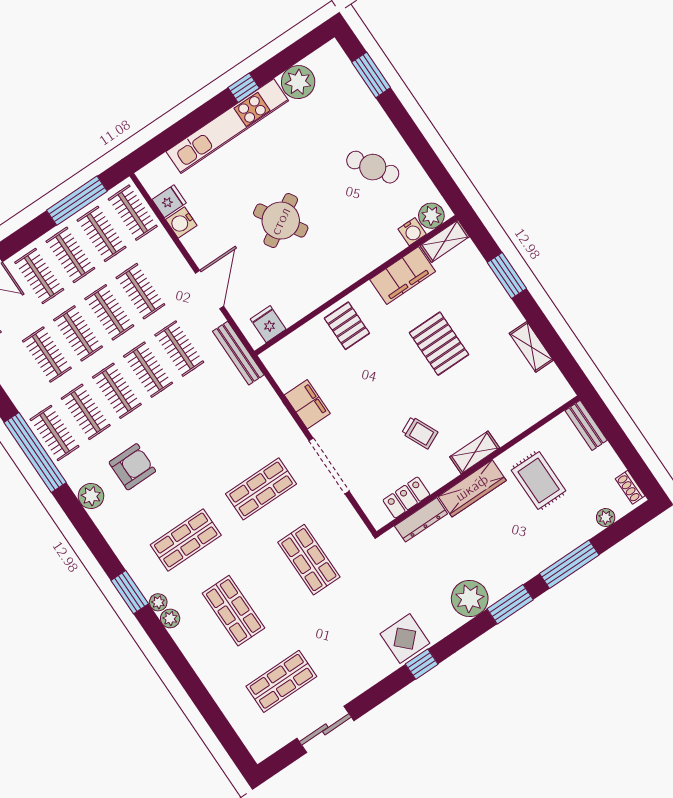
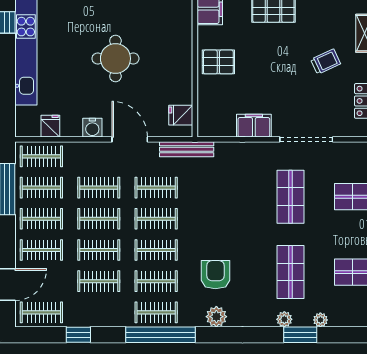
round table: (281, 221) -> (115, 59), turned 31
water cooler: (181, 222) -> (92, 128), moved
plant: (170, 618) -> (284, 319), moved

